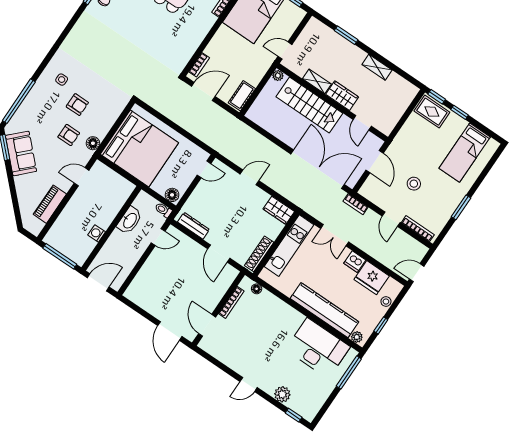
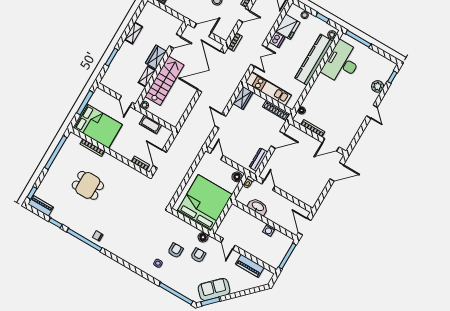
cot: (242, 96) -> (150, 124), moved

